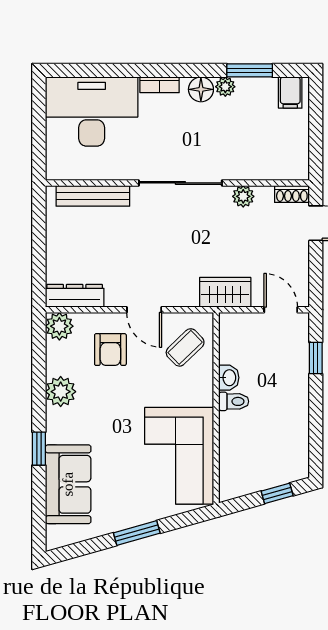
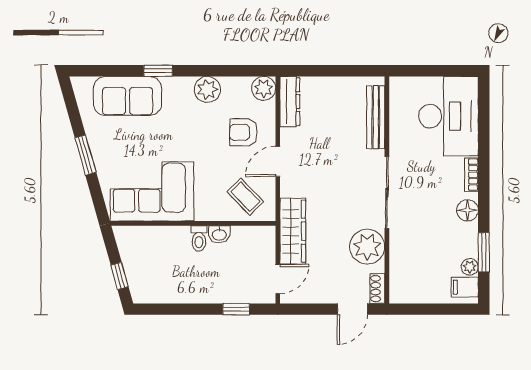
plant: (225, 87) -> (470, 267), moved
plant: (243, 196) -> (367, 247), width x1.88, depth x1.88
wardrobe: (225, 292) -> (293, 231), width x1.50

